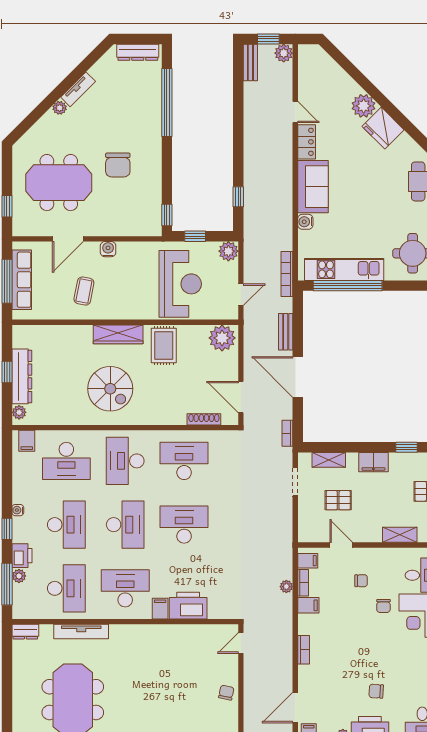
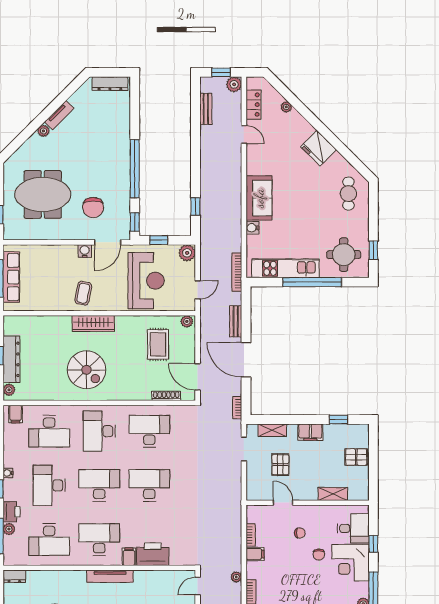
bench: (250, 63) -> (206, 109), moved
window: (167, 103) -> (135, 169), moved
plant: (364, 106) -> (286, 107), moved, width x0.53, depth x0.53
locker: (307, 142) -> (253, 105), moved
chair: (118, 165) -> (93, 208), moved
door: (68, 239) -> (108, 242), moved
window: (348, 286) -> (312, 282), moved
coffee table: (84, 291) -> (83, 293), moved
plant: (222, 338) -> (187, 321), width x0.53, depth x0.53
rug: (164, 346) -> (158, 344), moved
pallet: (338, 500) -> (280, 465), turned 90
desk: (66, 525) -> (49, 485), turned 180
desk: (125, 525) -> (99, 485), turned -90
filing cabinet: (308, 561) -> (254, 516), removed
plant: (286, 587) -> (236, 577), moved
desk: (66, 588) -> (49, 540), turned 90
tv unit: (81, 632) -> (110, 576), moved

